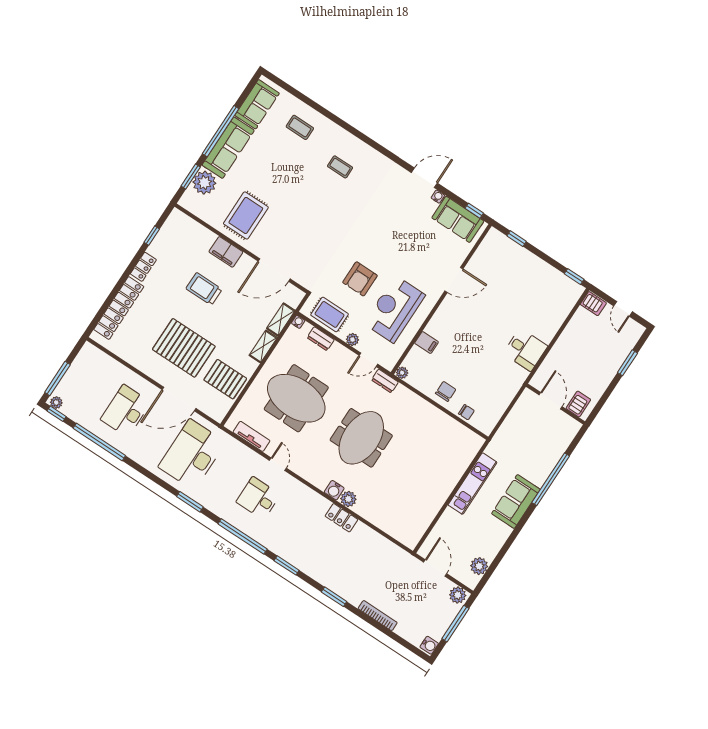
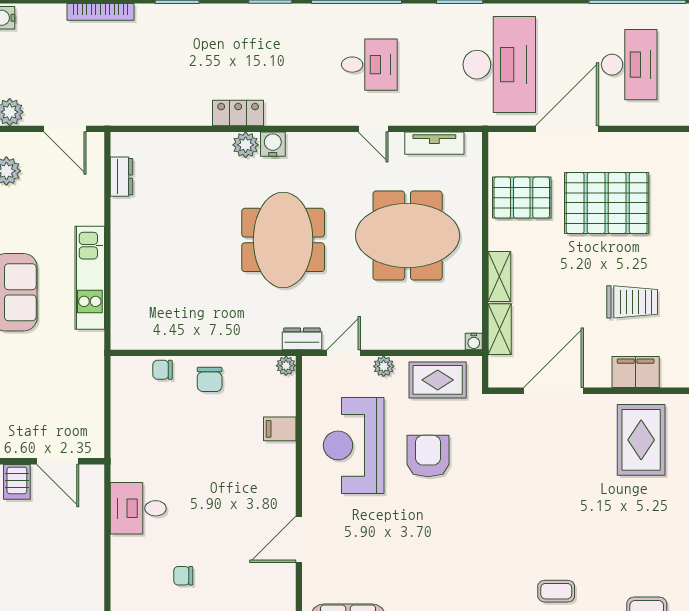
chair: (525, 300) -> (183, 576), added
reception desk: (394, 309) -> (354, 445), turned 180
dresser: (321, 339) -> (122, 177), moved, turned 90

